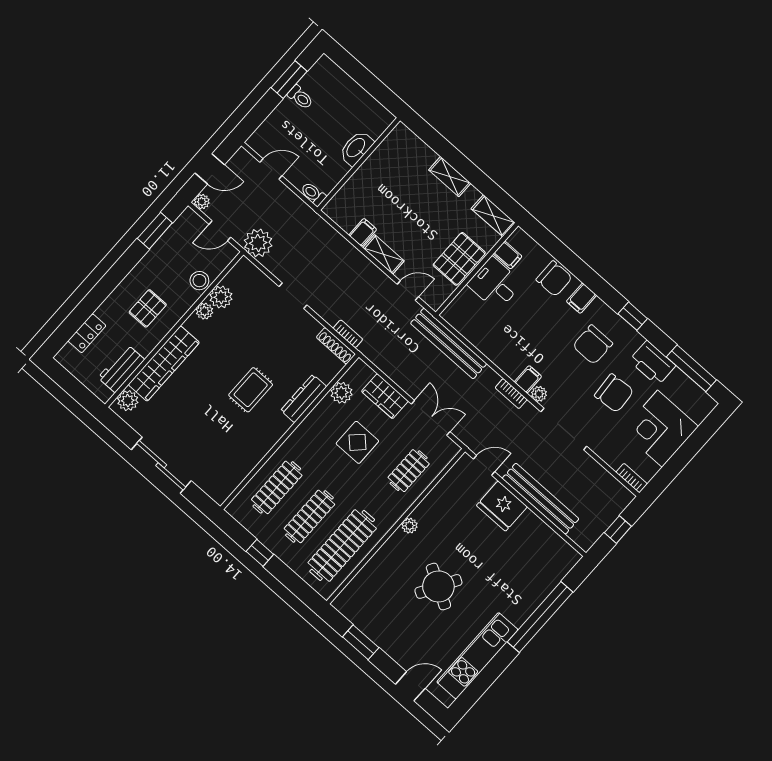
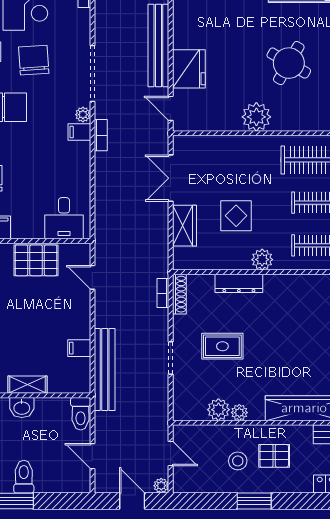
toilet: (300, 97) -> (24, 477), width x1.37, depth x1.39
washbasin: (356, 148) -> (22, 408), width x0.72
toilet: (313, 194) -> (81, 414), width x1.37, depth x1.39
window: (155, 231) -> (254, 501), moved
plant: (258, 243) -> (155, 418), removed
shelving: (384, 254) -> (28, 385), moved, turned 90
stool: (199, 281) -> (238, 461), moved
desk: (495, 284) -> (64, 218), moved
bench: (449, 343) -> (105, 370), moved
rug: (251, 390) -> (222, 346), moved
plant: (341, 393) -> (262, 260), moved
clothes rail: (409, 471) -> (224, 160), removed
plant: (410, 526) -> (256, 117), width x1.88, depth x1.88

